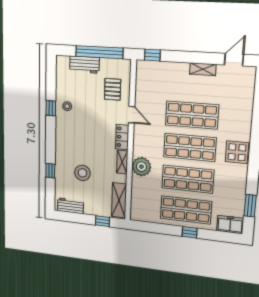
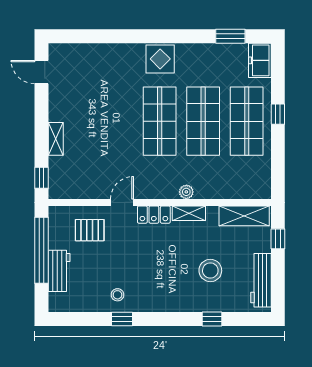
shelving: (203, 69) -> (56, 139), moved
shop shelf: (192, 115) -> (116, 121), removed
plant: (141, 167) -> (186, 192), width x0.53, depth x0.53
workbench: (70, 206) -> (261, 280), width x1.37

